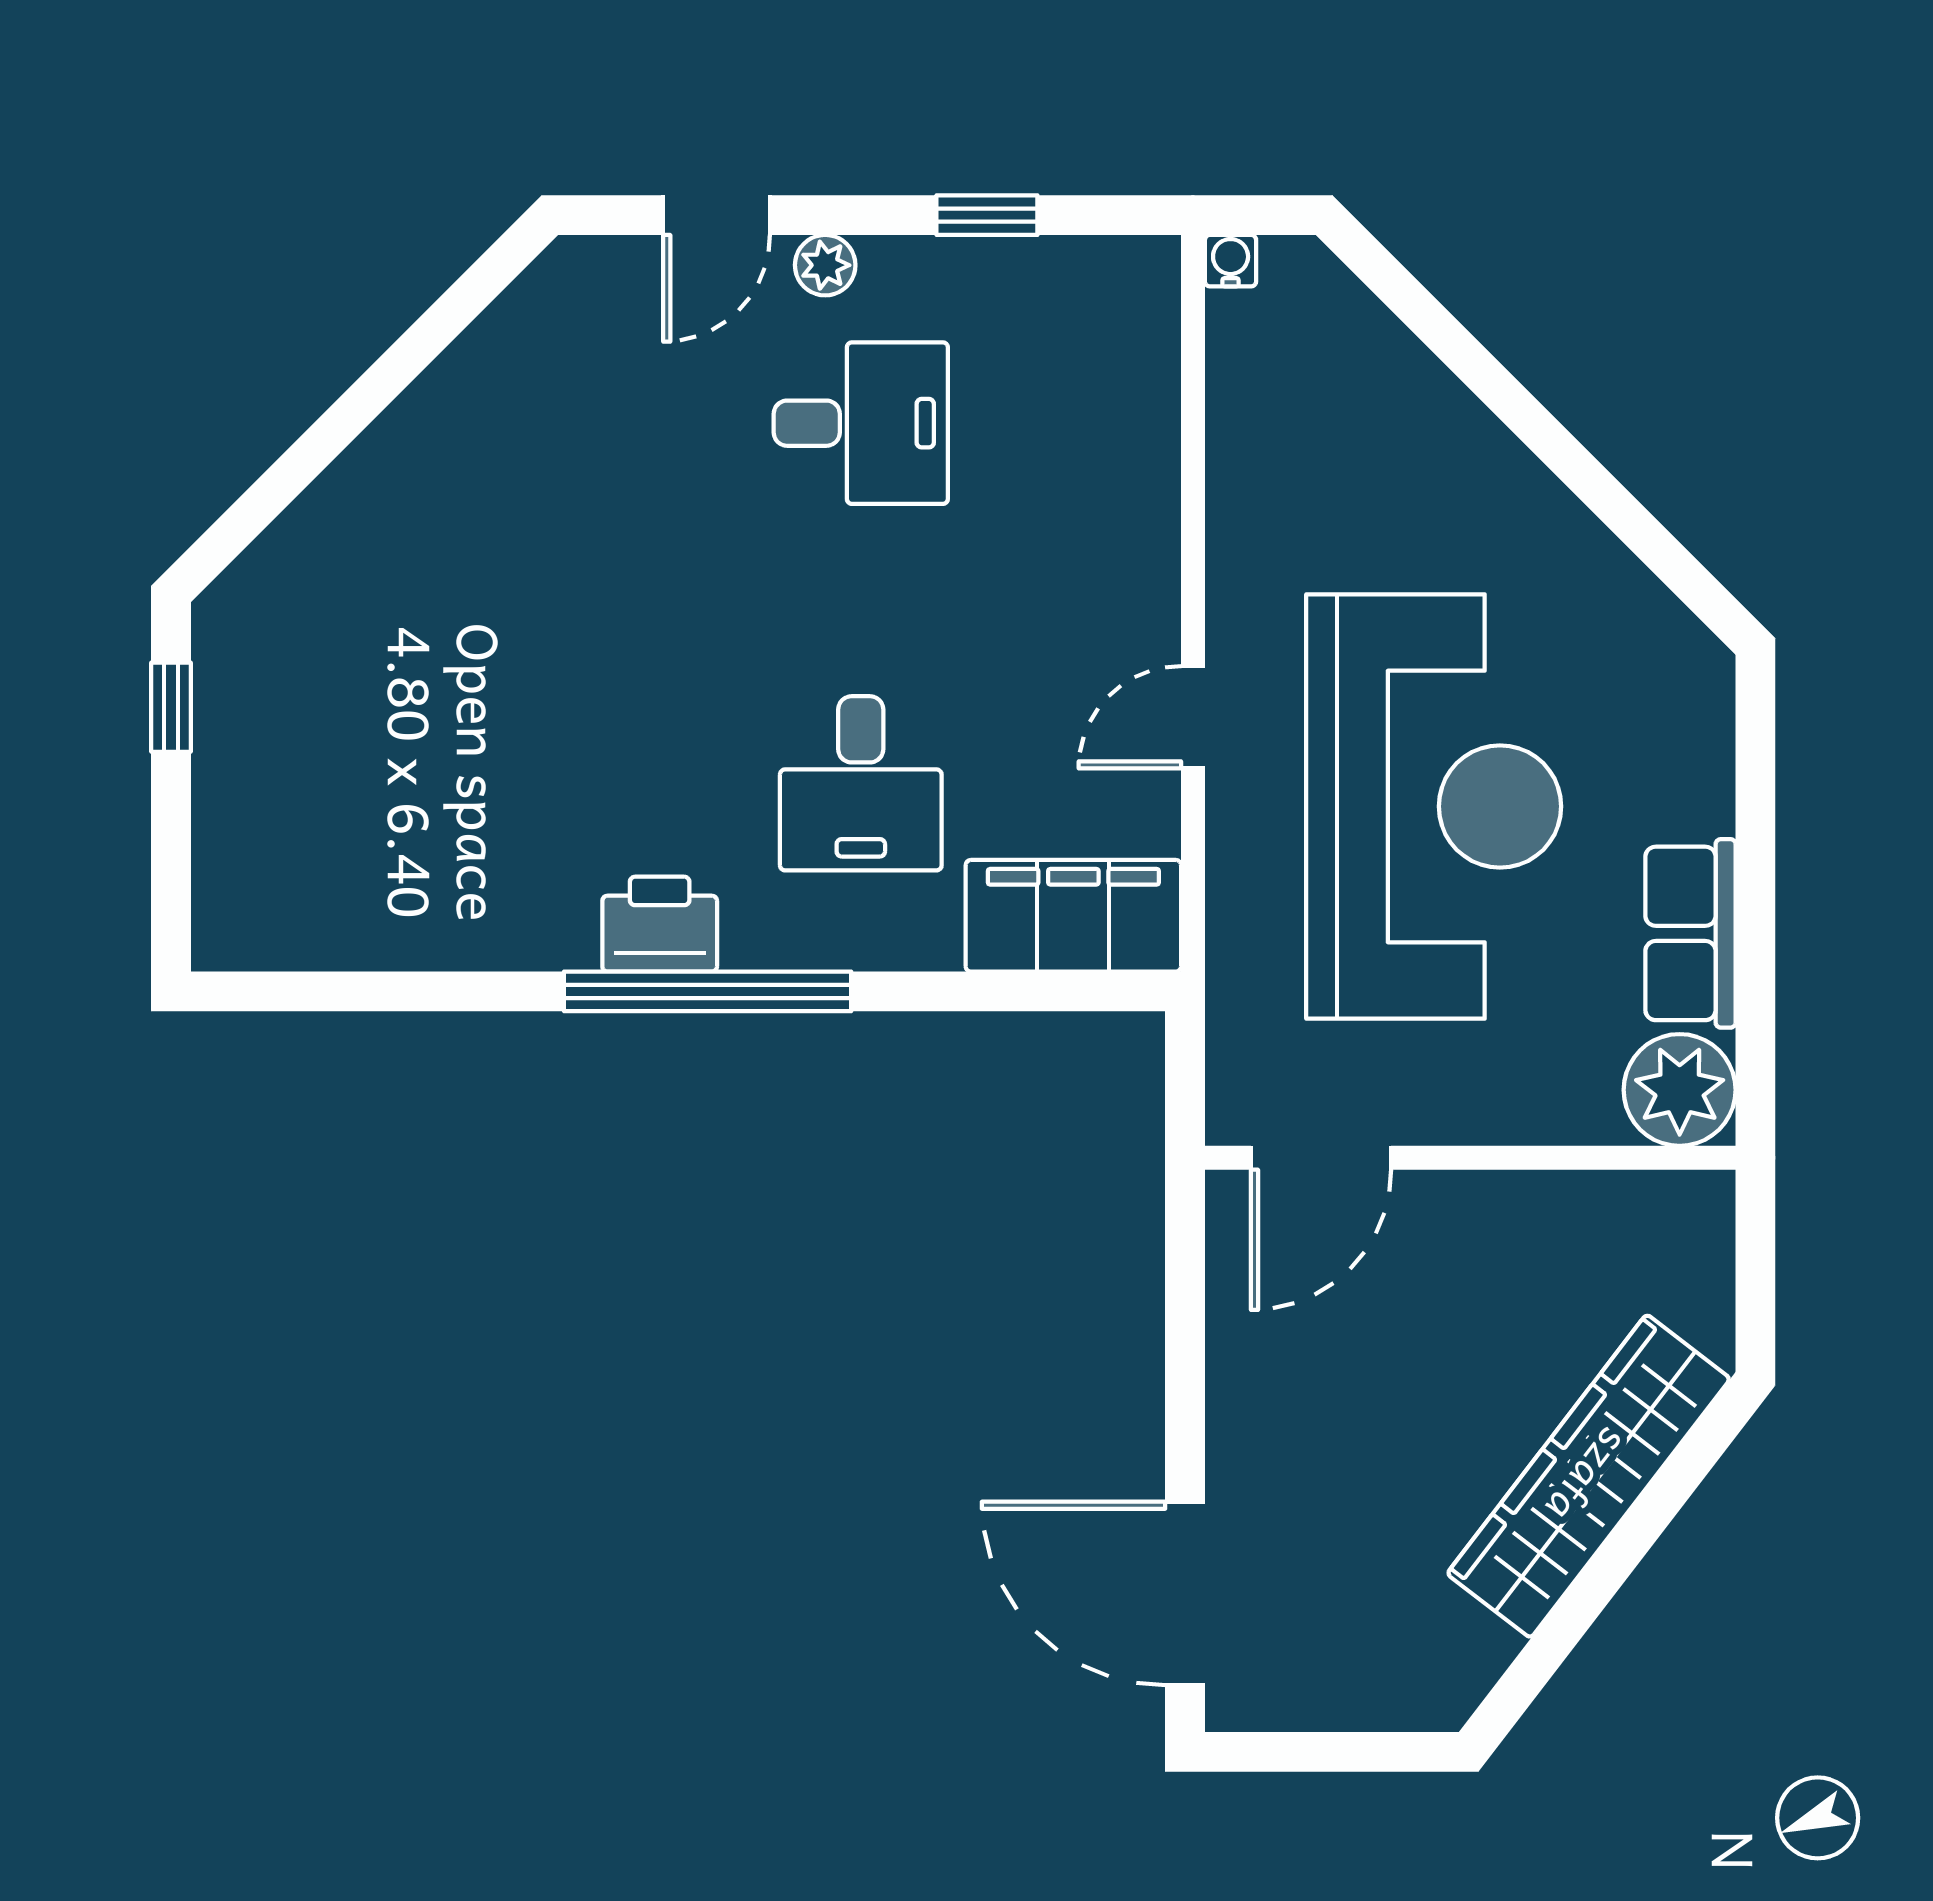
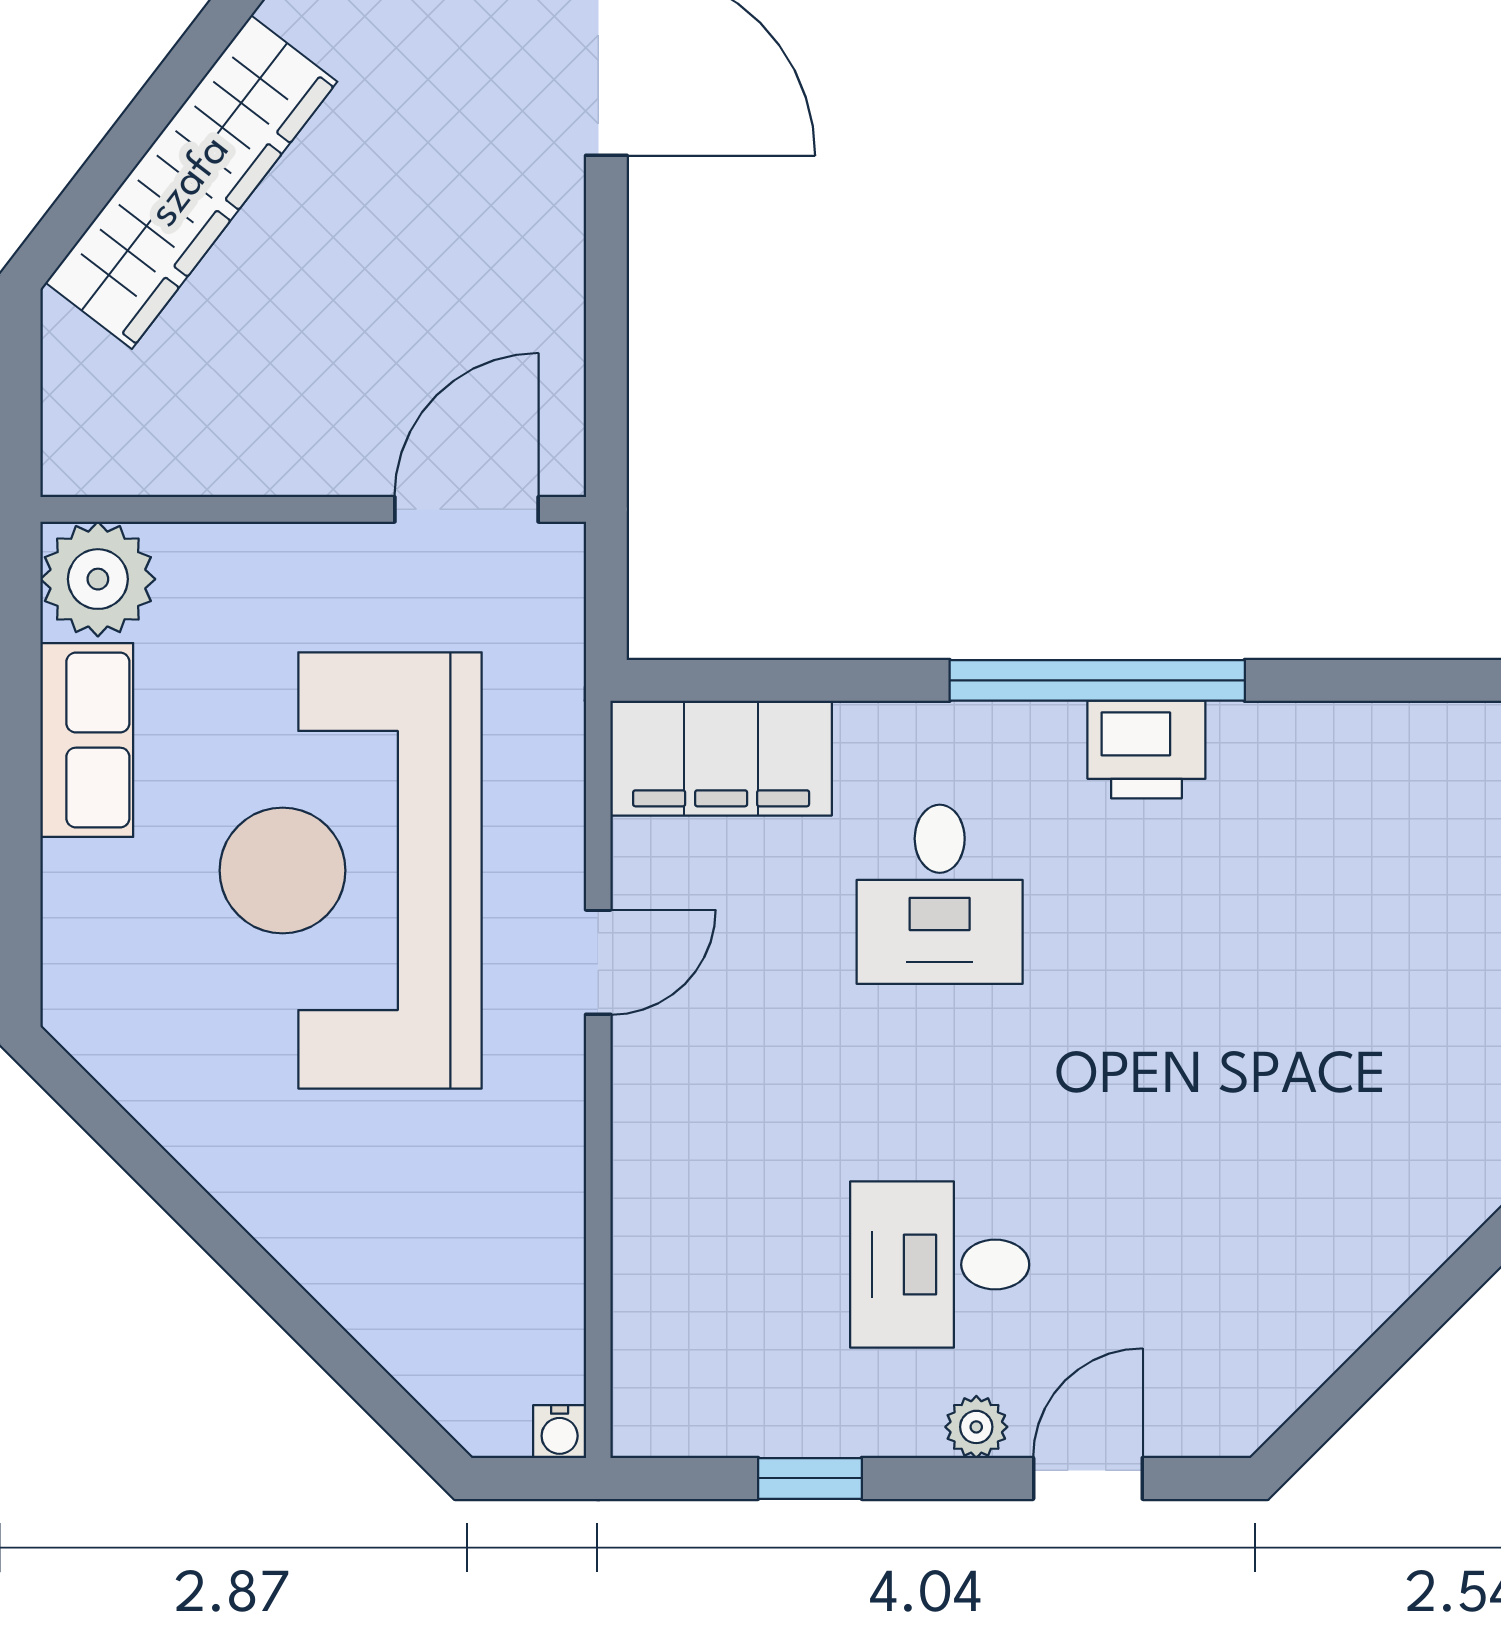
desk: (861, 783) -> (940, 894), turned 180

